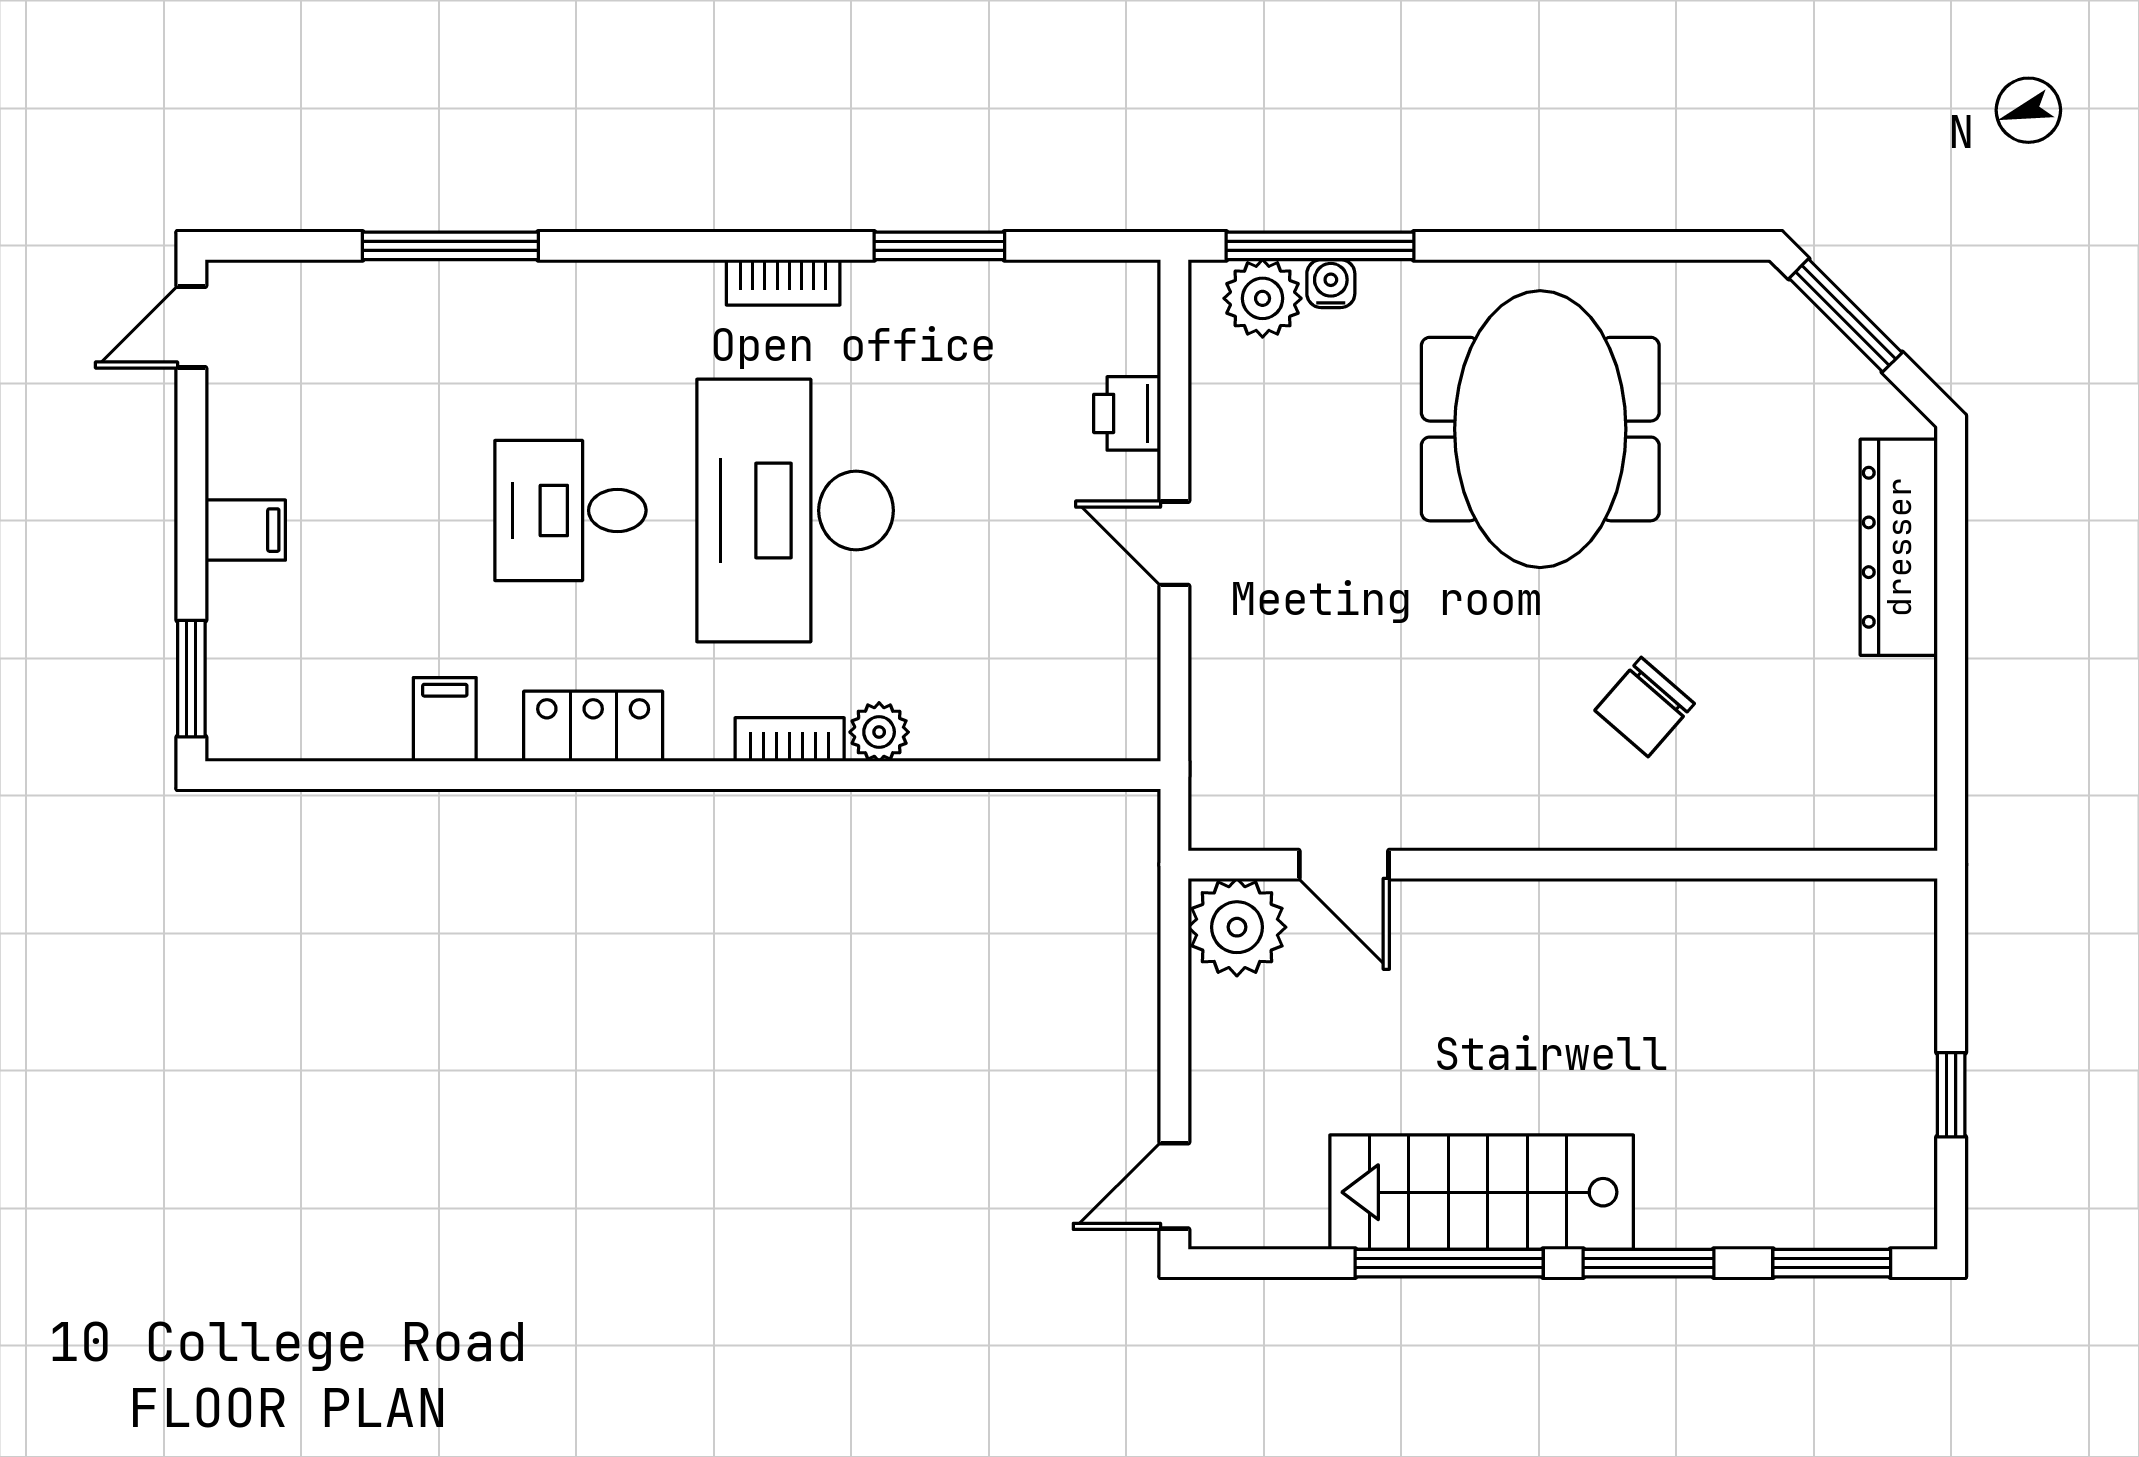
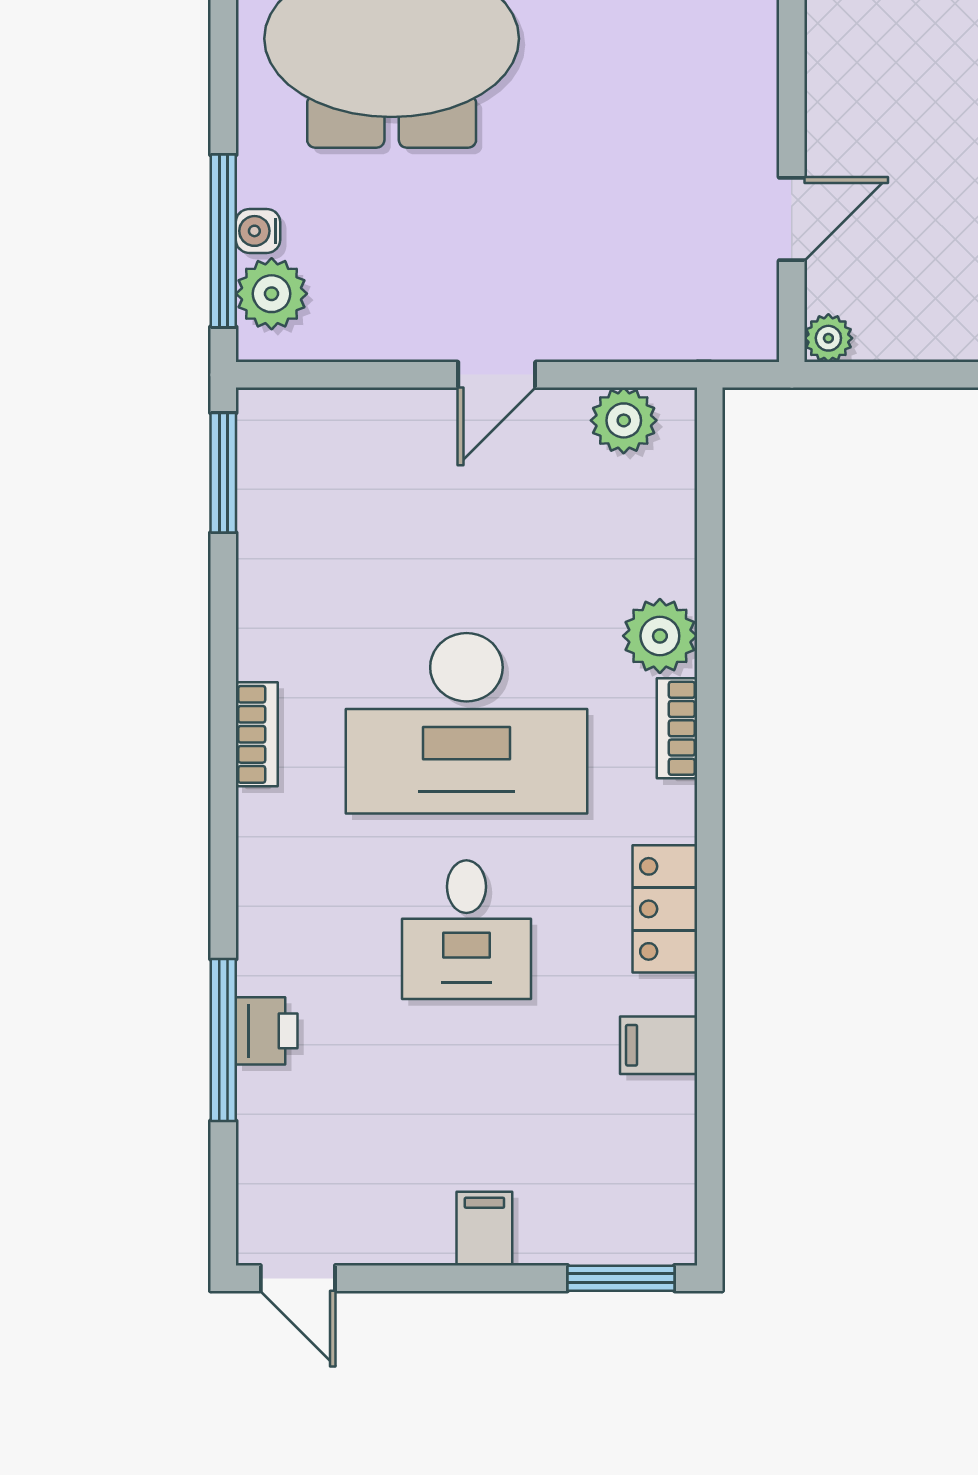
window: (939, 246) -> (223, 473), moved
printer: (1127, 413) -> (267, 1031), moved, turned -90
plant: (1125, 682) -> (624, 420), added
plant: (879, 732) -> (660, 636), width x1.38, depth x1.38
plant: (1237, 927) -> (828, 338), width x0.53, depth x0.53

